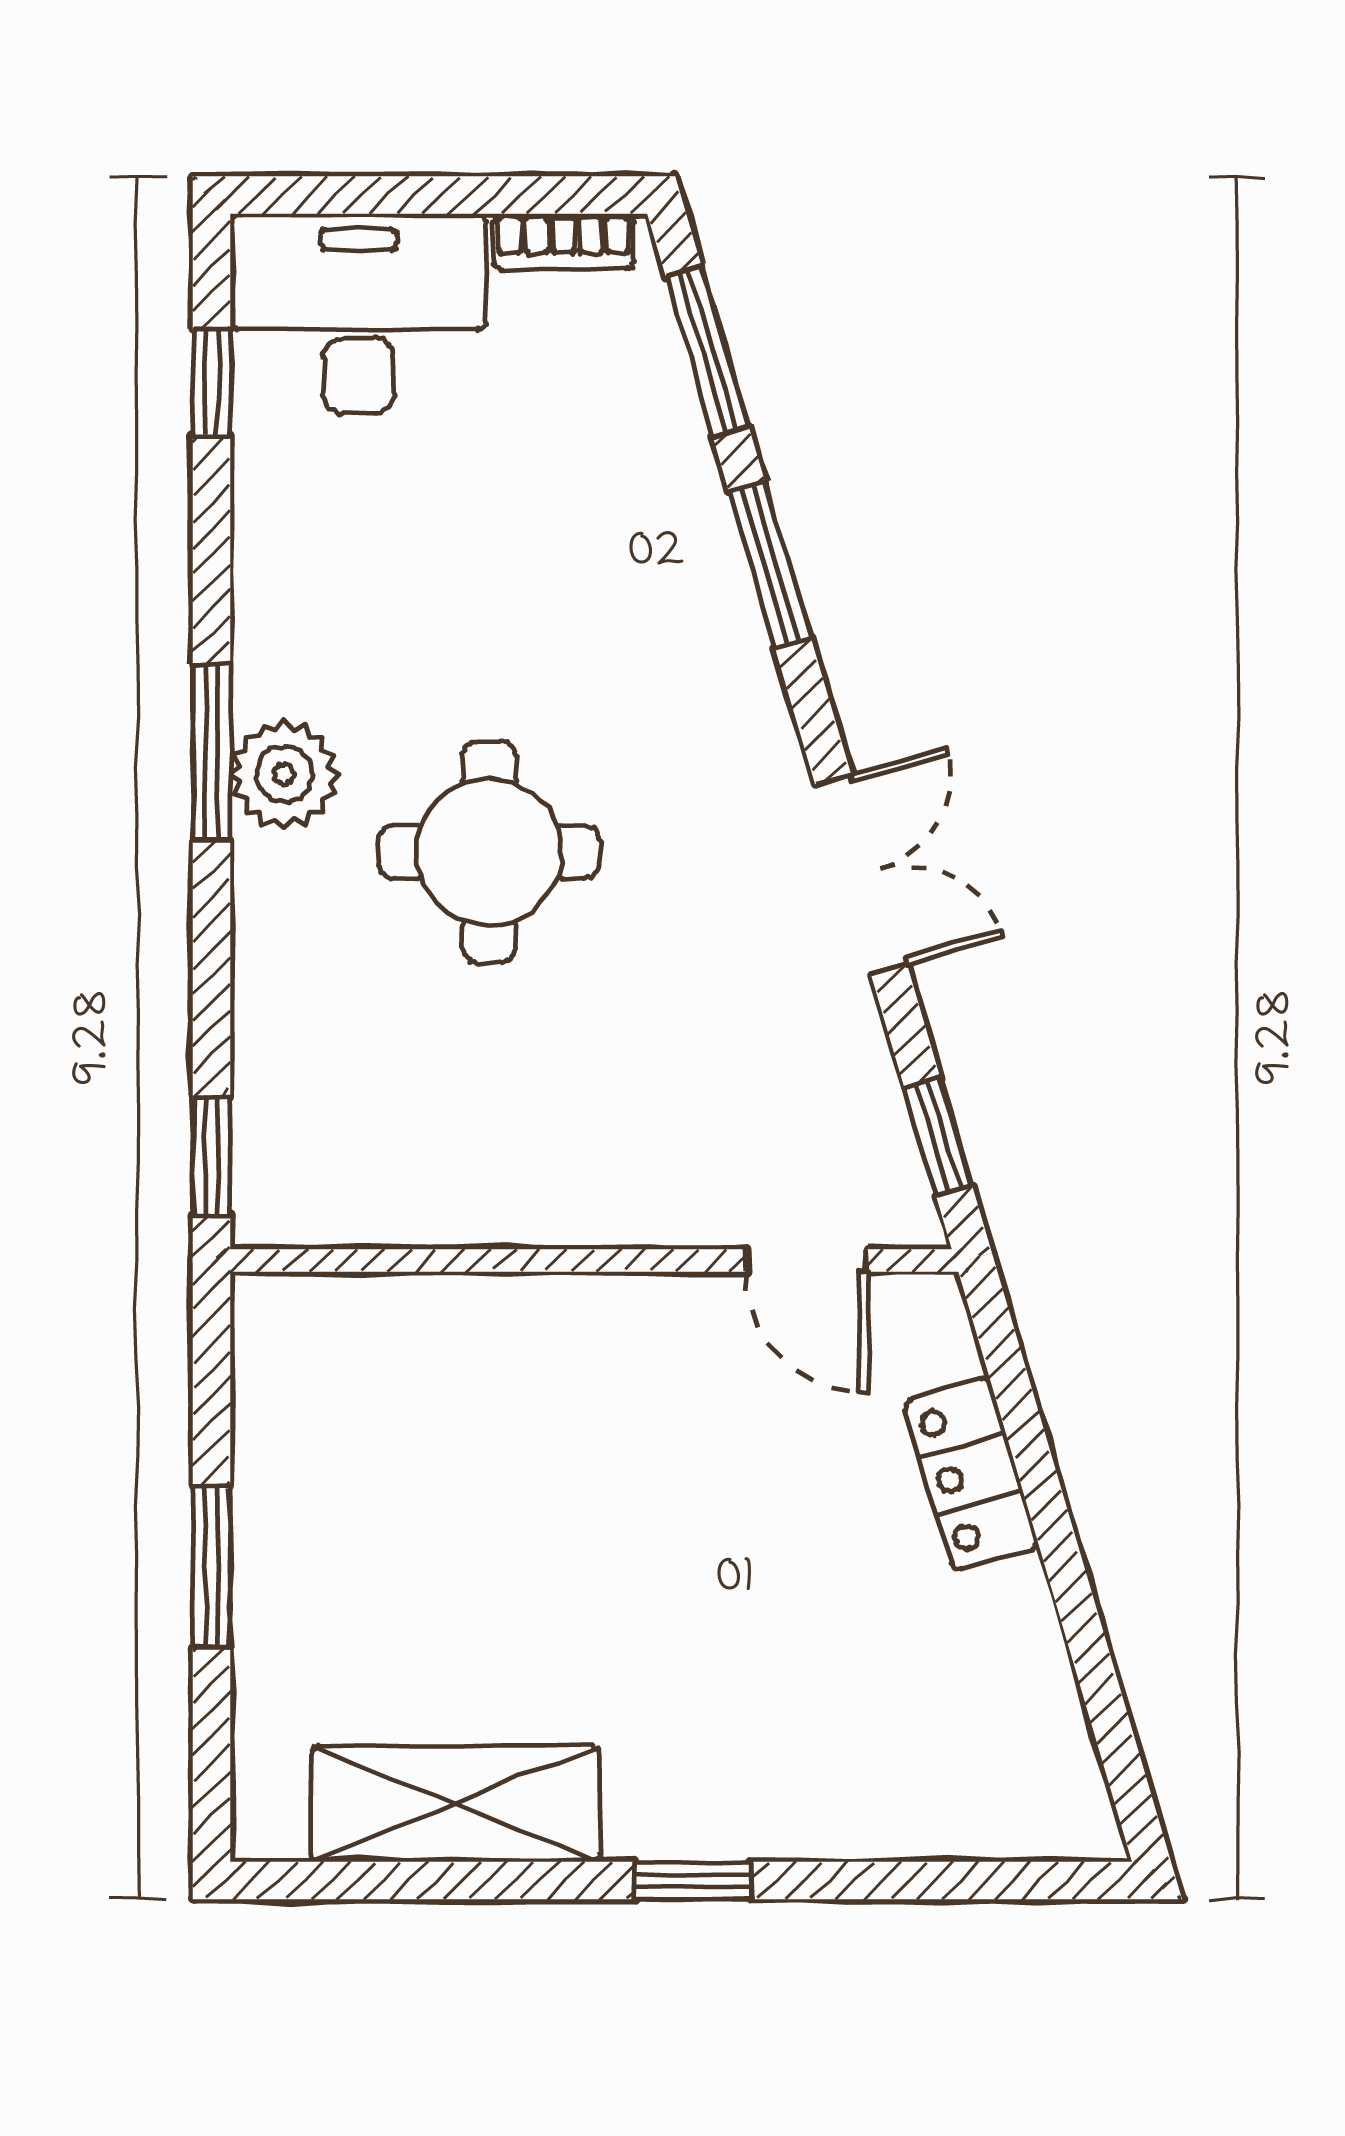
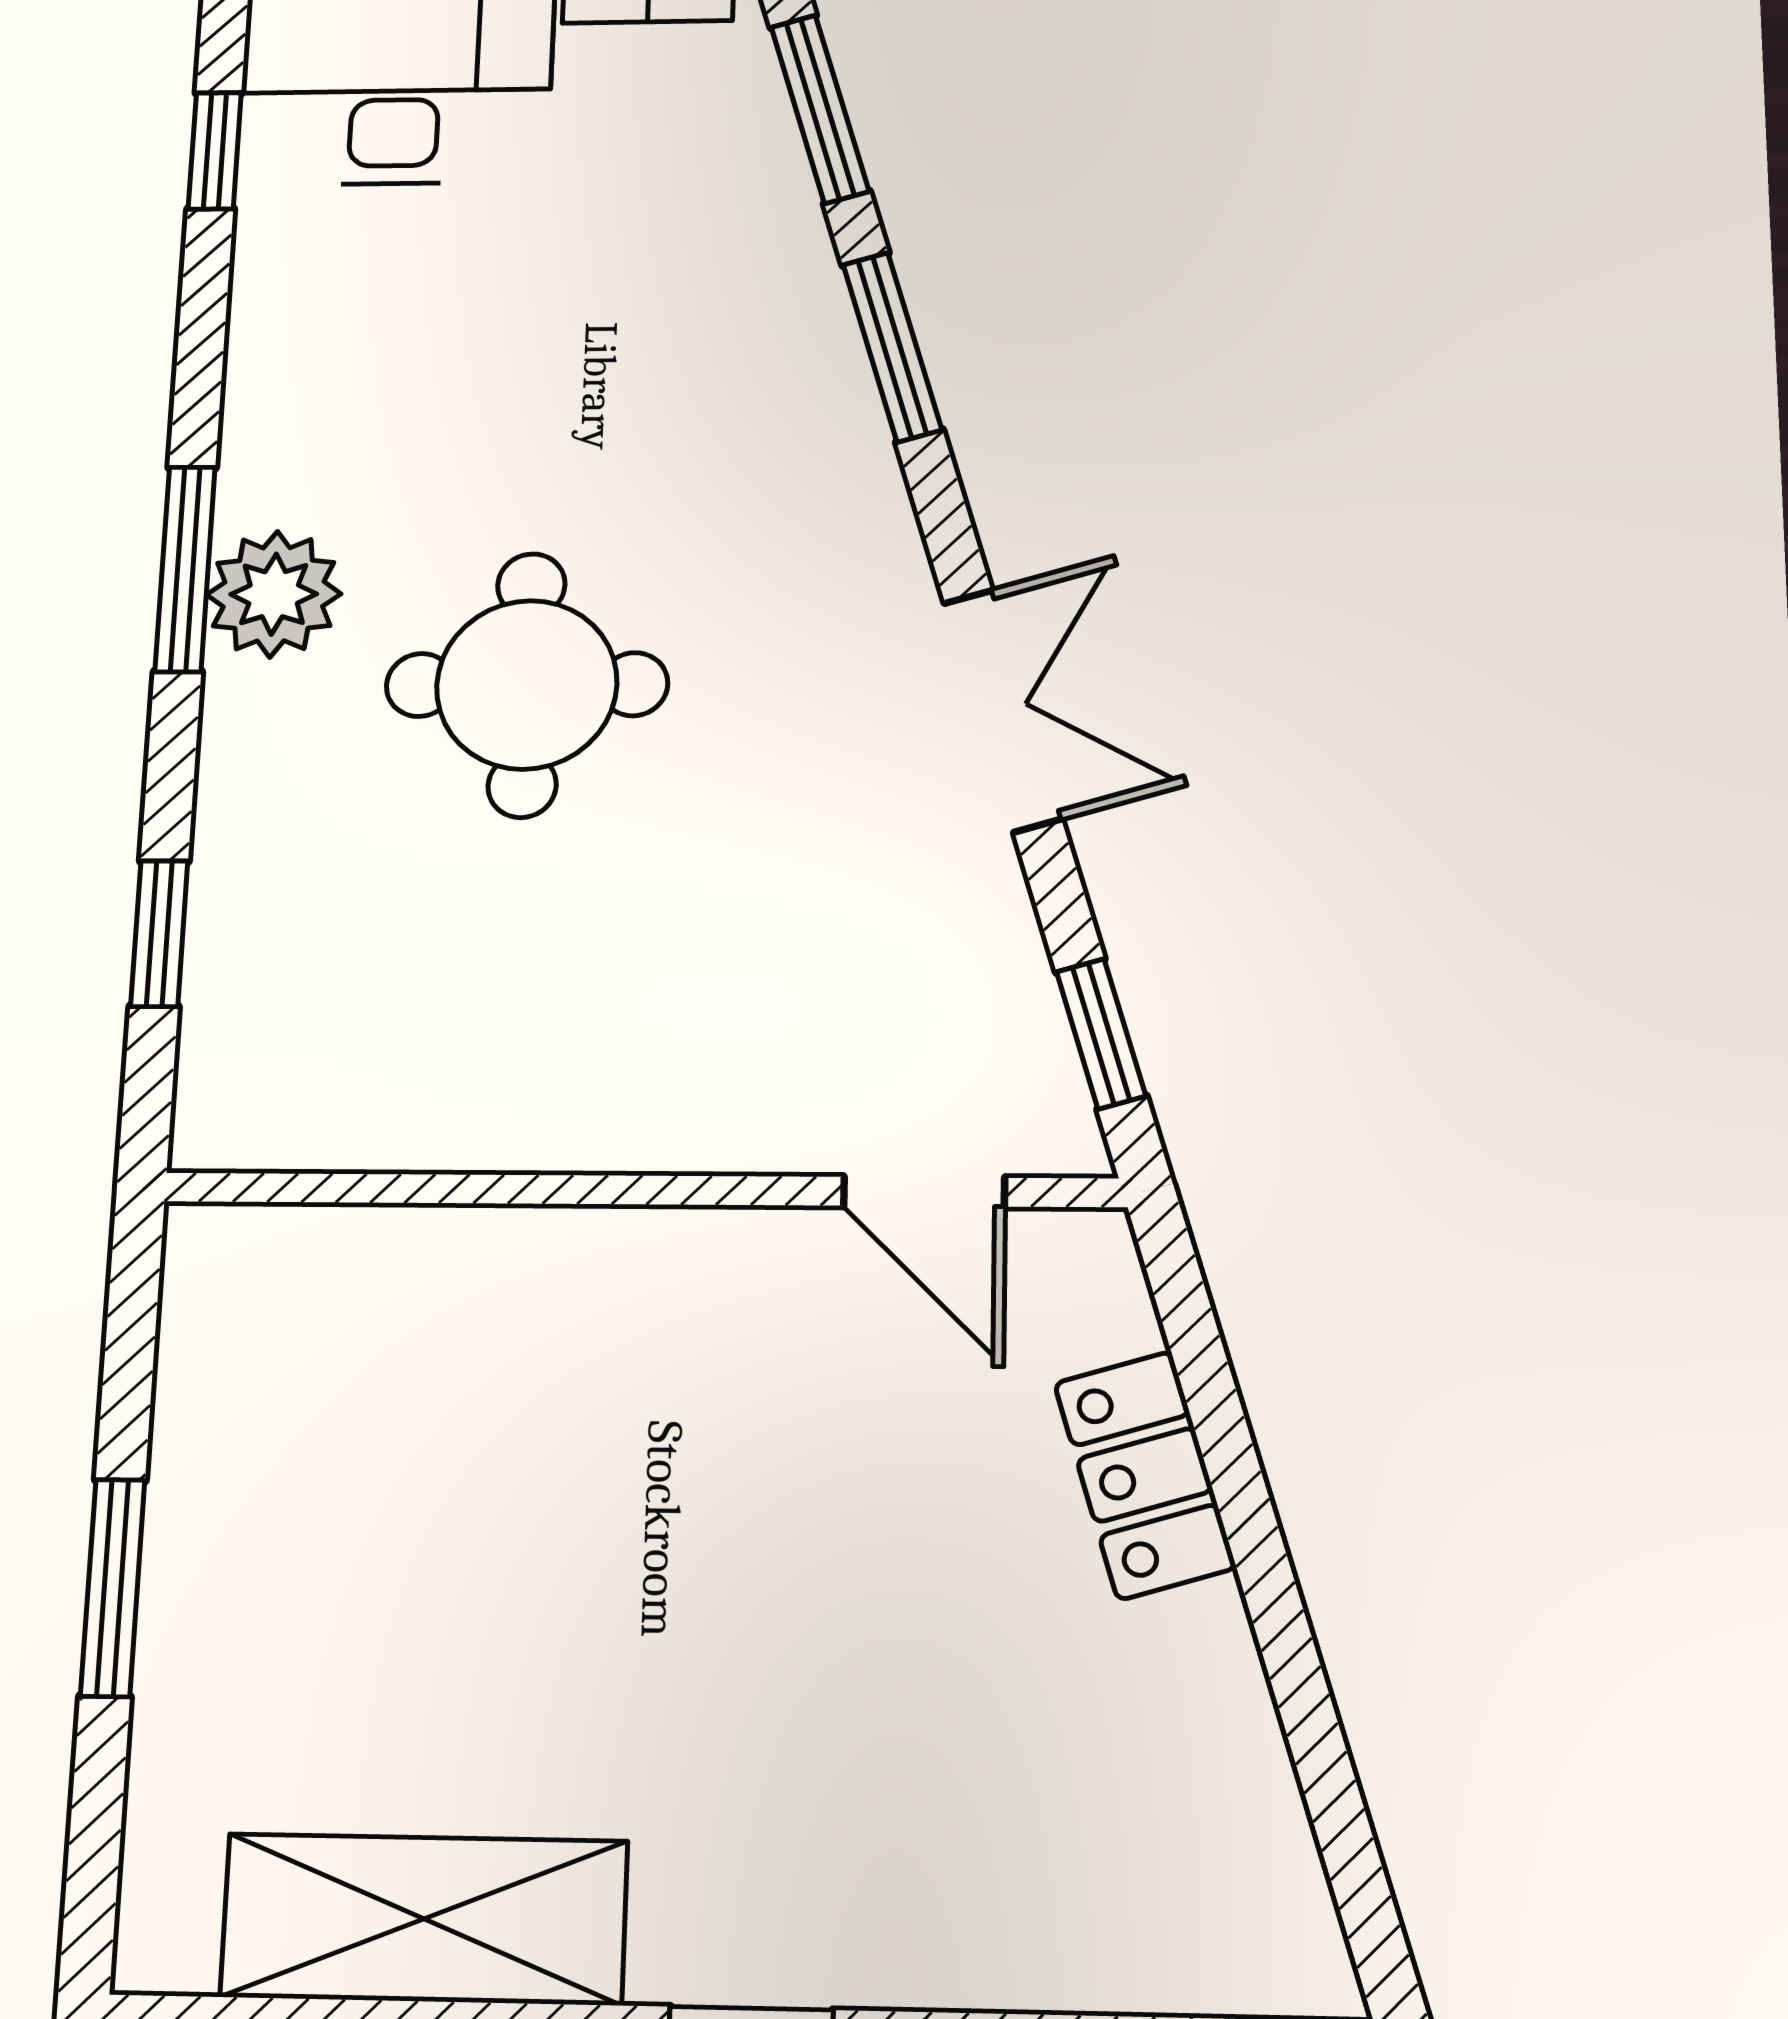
window: (212, 1156) -> (159, 933), moved

